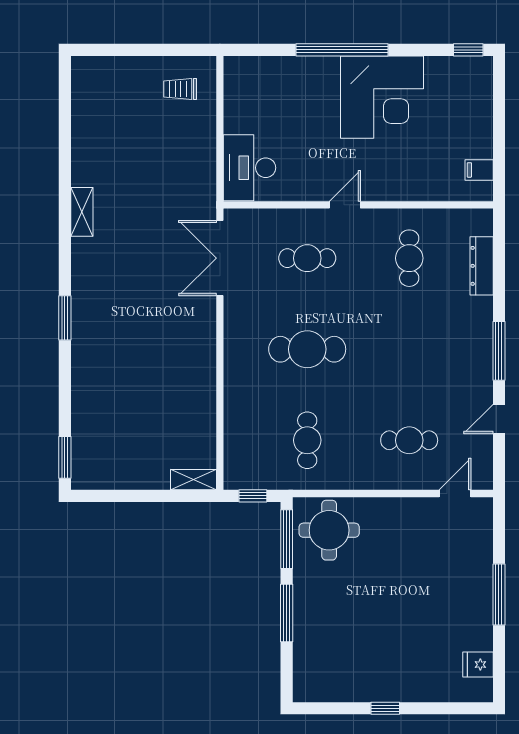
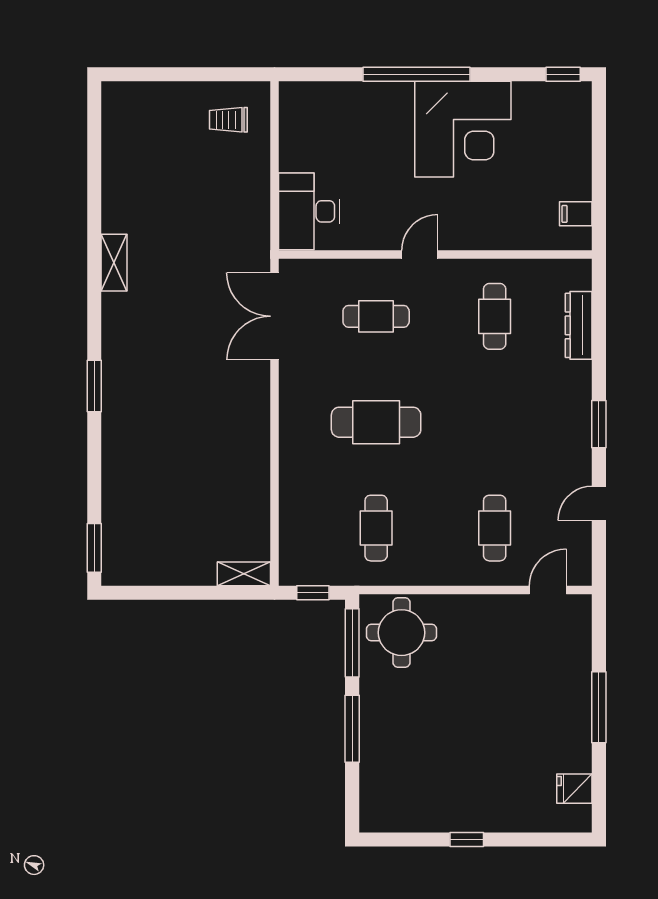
window: (499, 351) -> (599, 424), width x0.69
cafe table: (409, 440) -> (495, 528), turned 90

